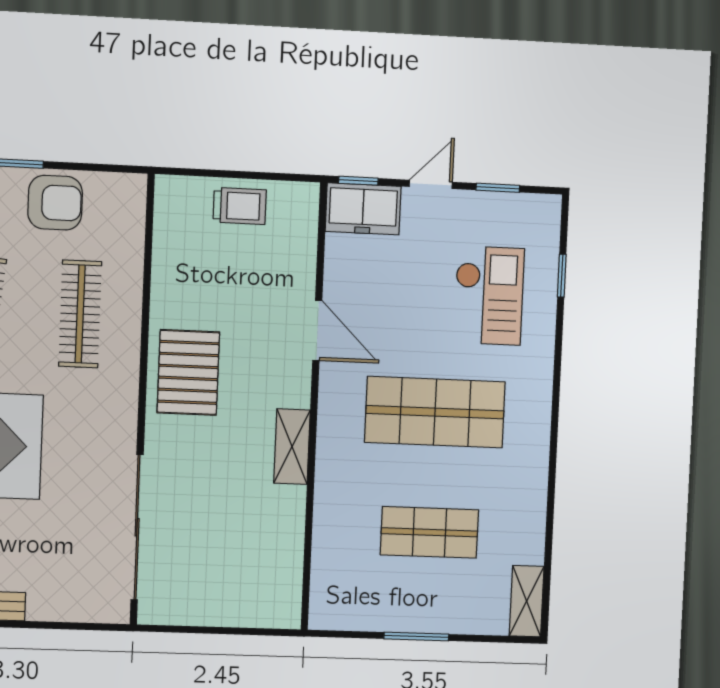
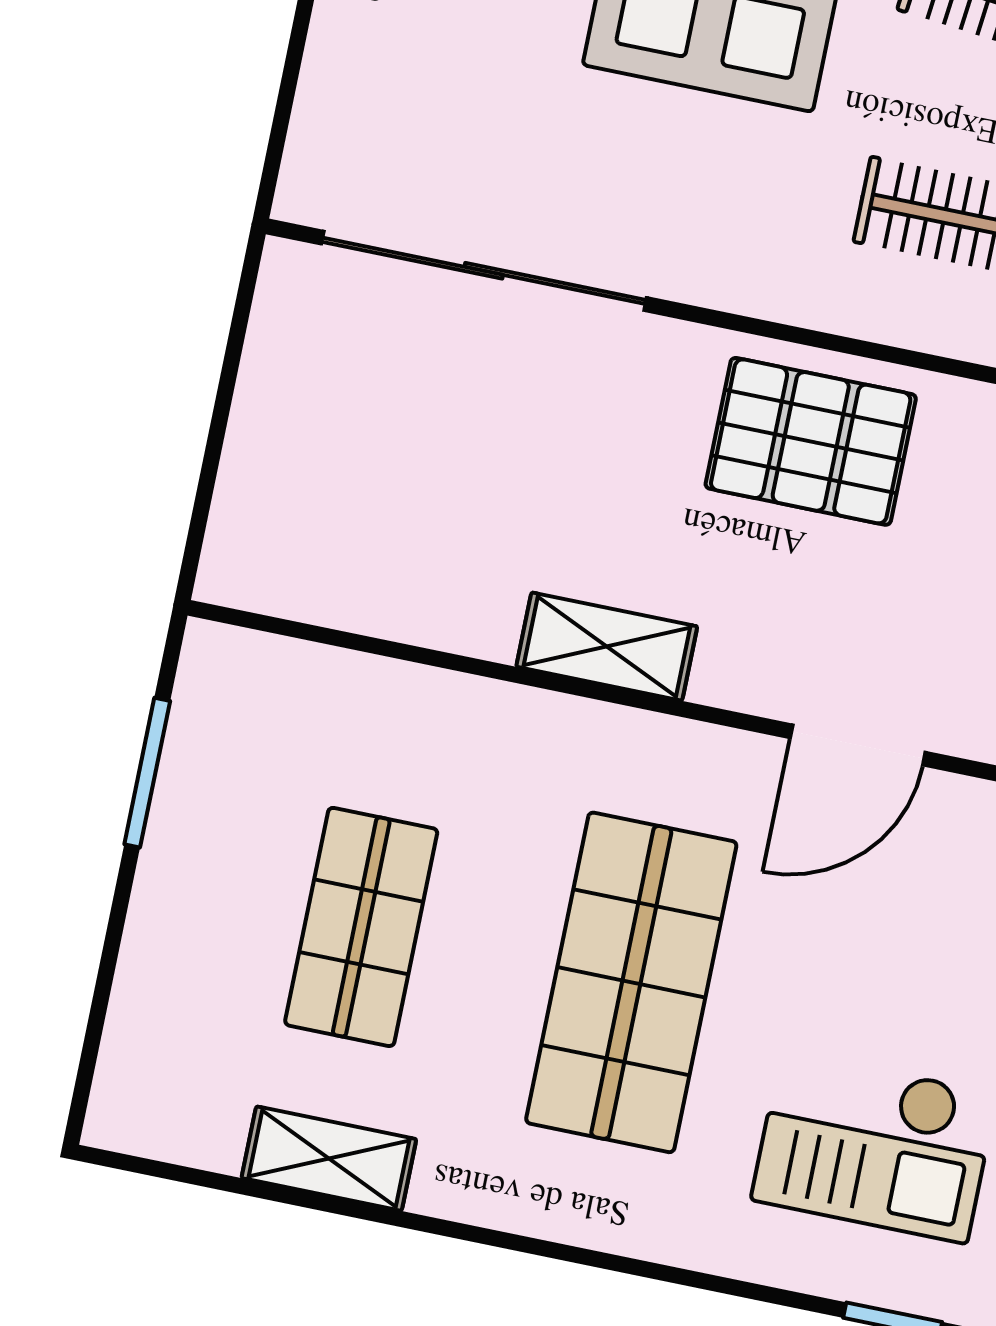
shelving: (527, 601) -> (329, 1159), moved
window: (416, 636) -> (147, 773), moved

